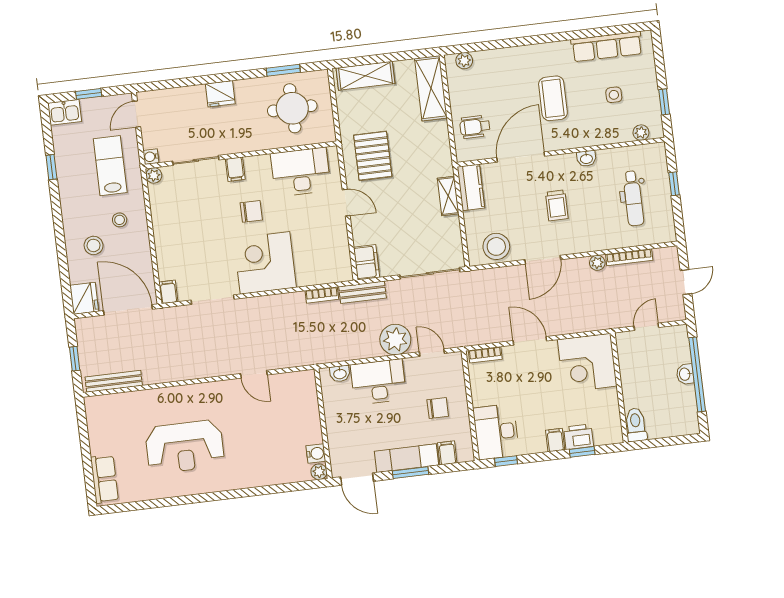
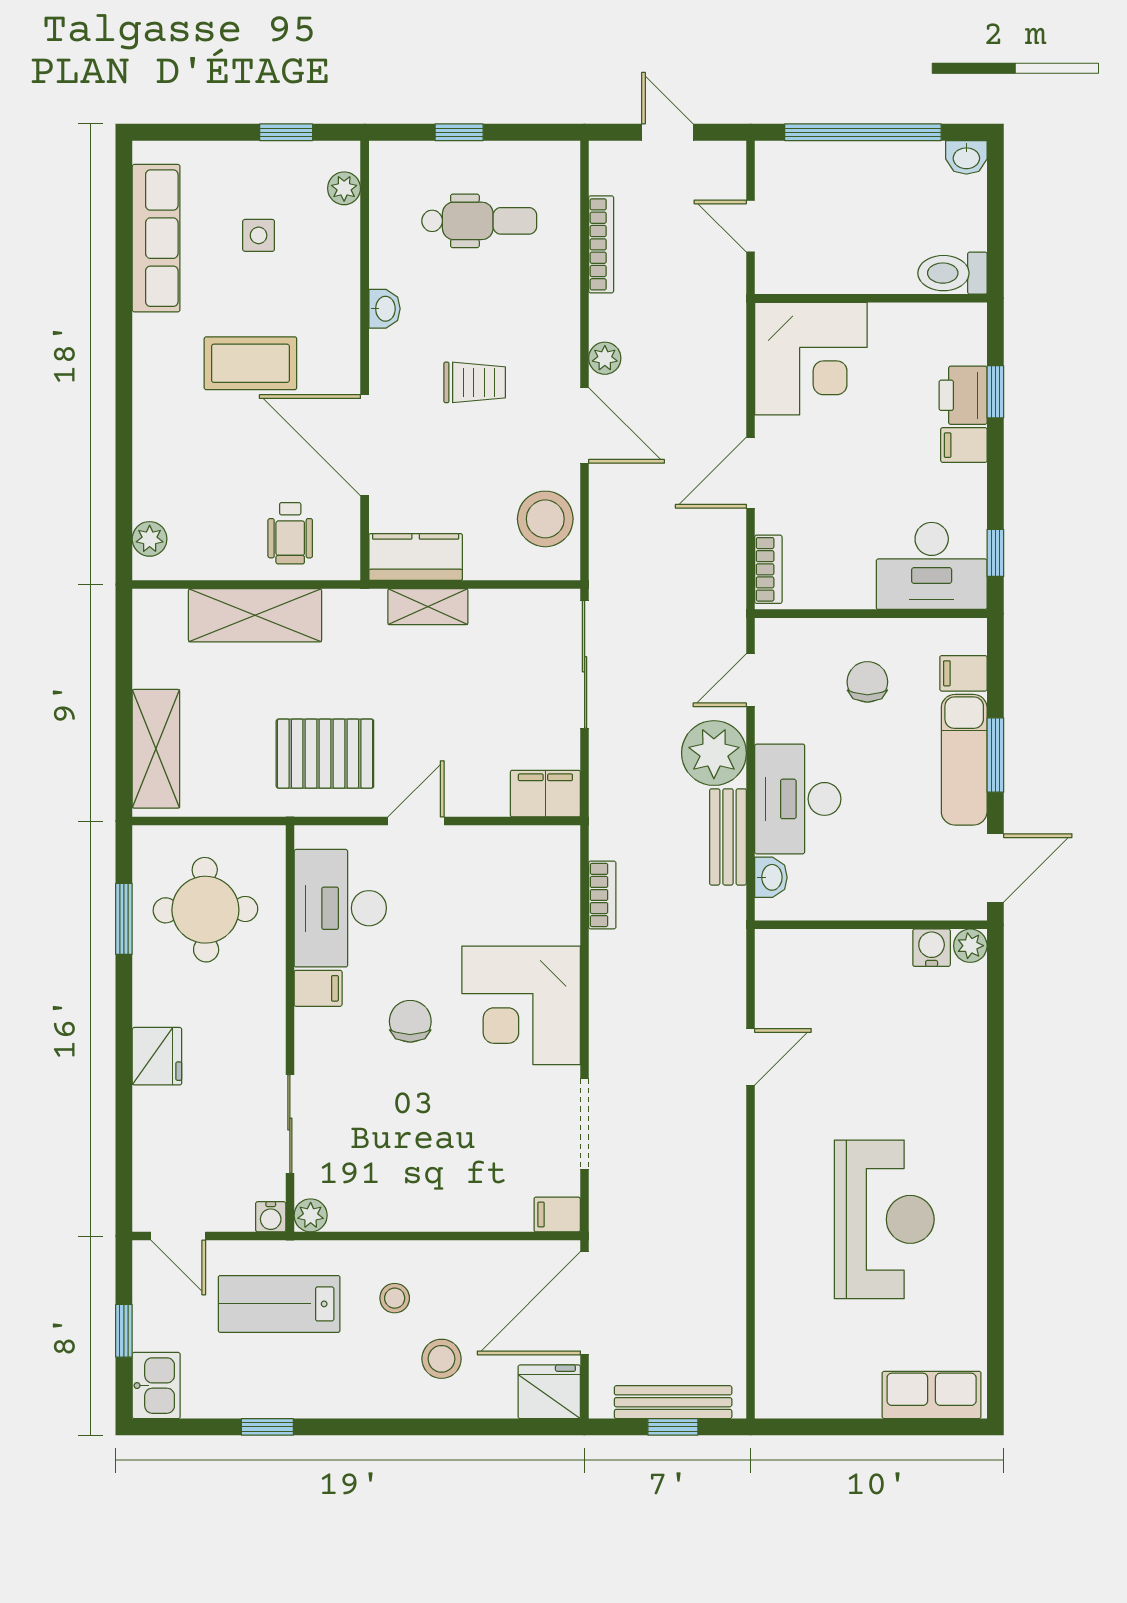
shelving: (431, 88) -> (255, 615), moved
filing cabinet: (235, 169) -> (318, 988), moved
plant: (597, 263) -> (605, 358), moved
bench: (363, 292) -> (728, 837), moved
washbasin: (685, 374) -> (966, 157), moved
bench: (114, 381) -> (673, 1402), moved, turned 90

